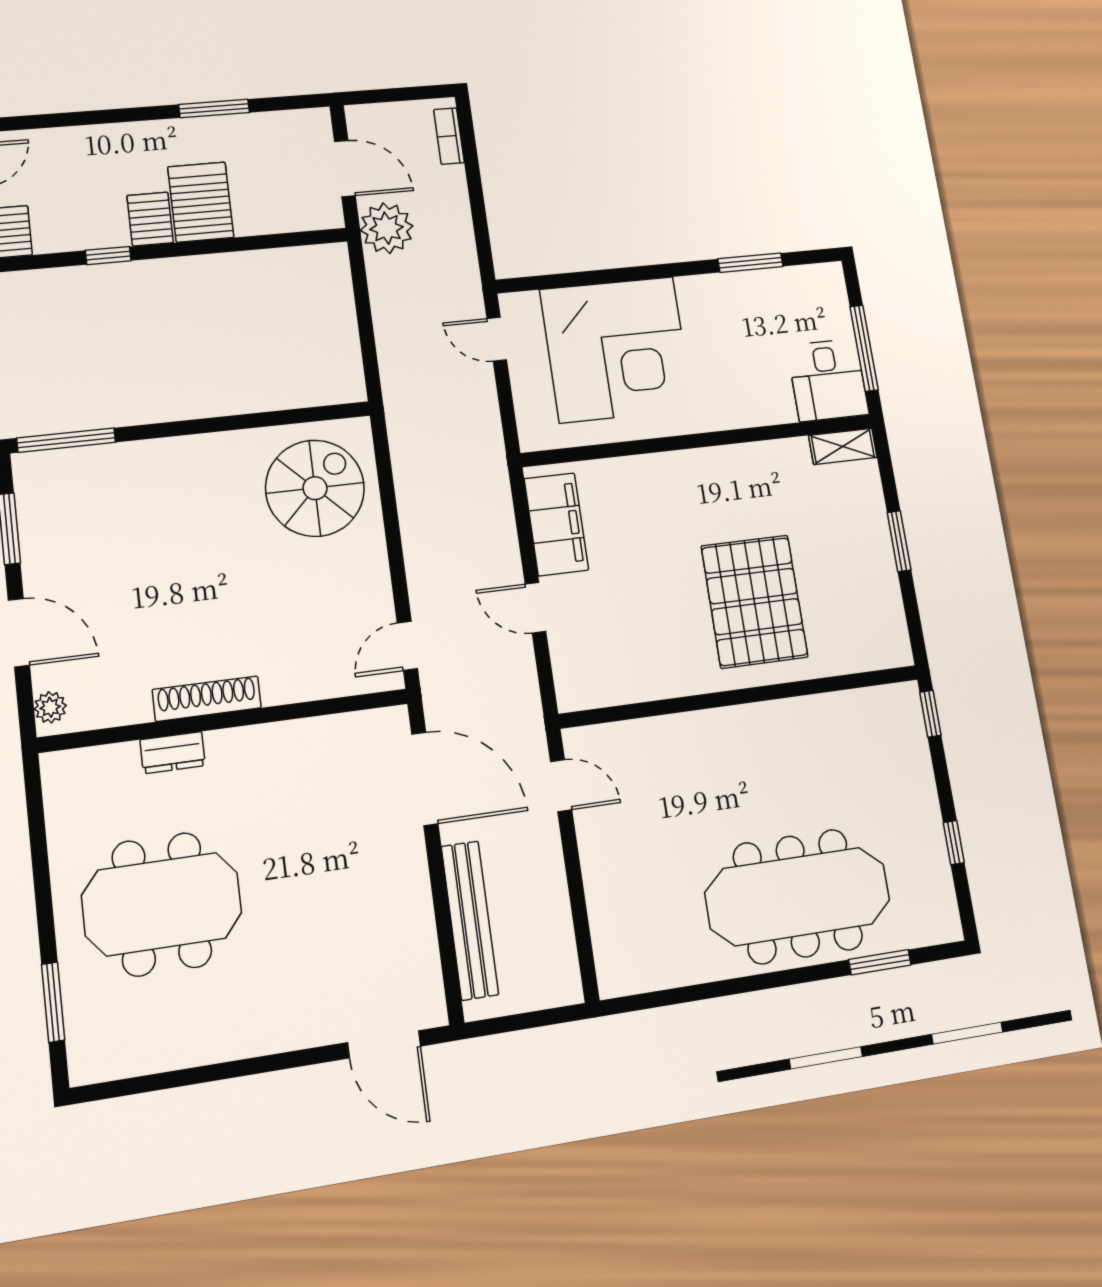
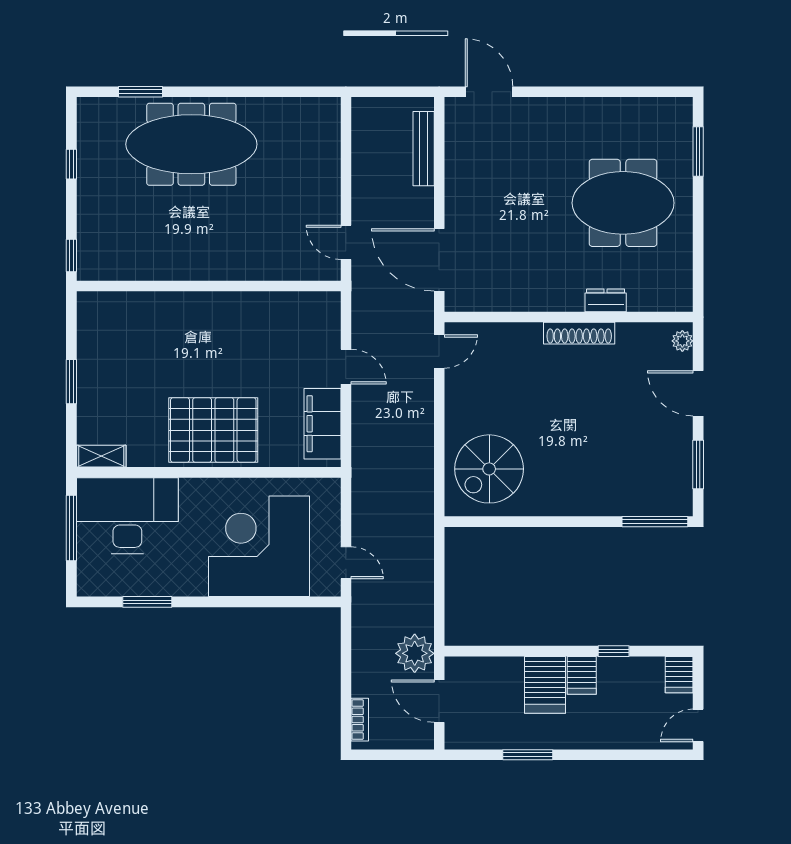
desk: (828, 380) -> (127, 516), width x1.87, depth x1.30
pallet: (754, 601) -> (213, 430), moved, turned 90
bench: (470, 920) -> (424, 149), width x0.73, depth x0.82

